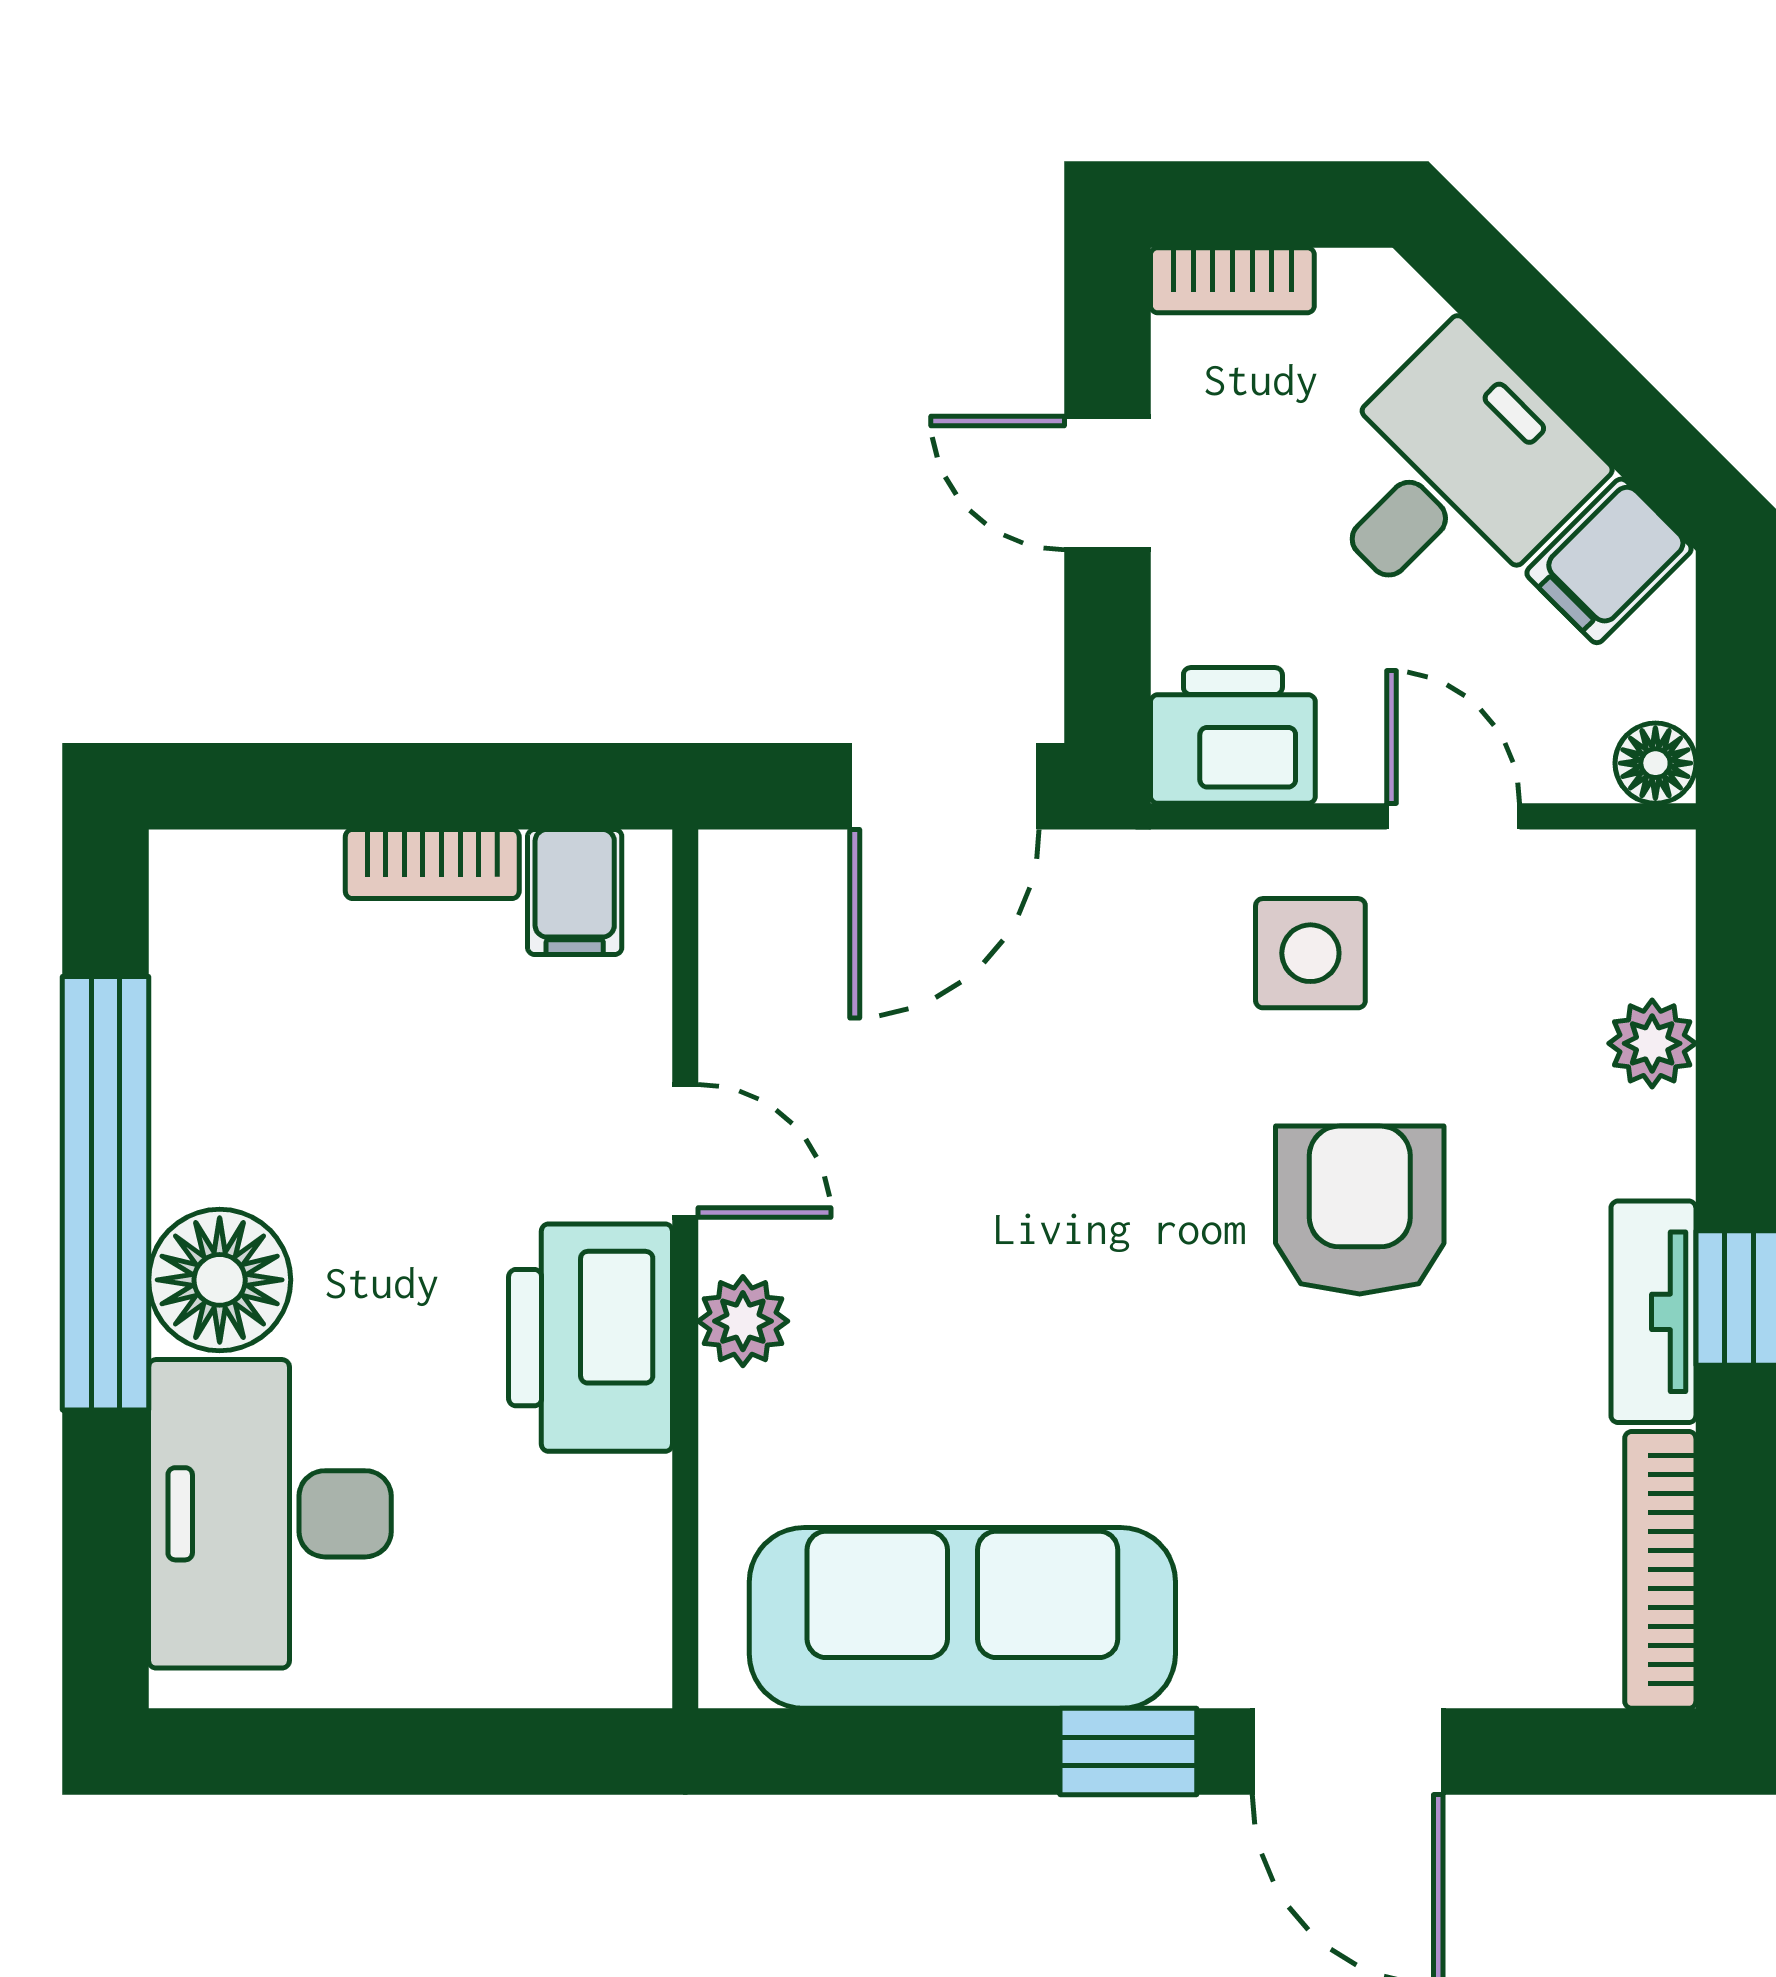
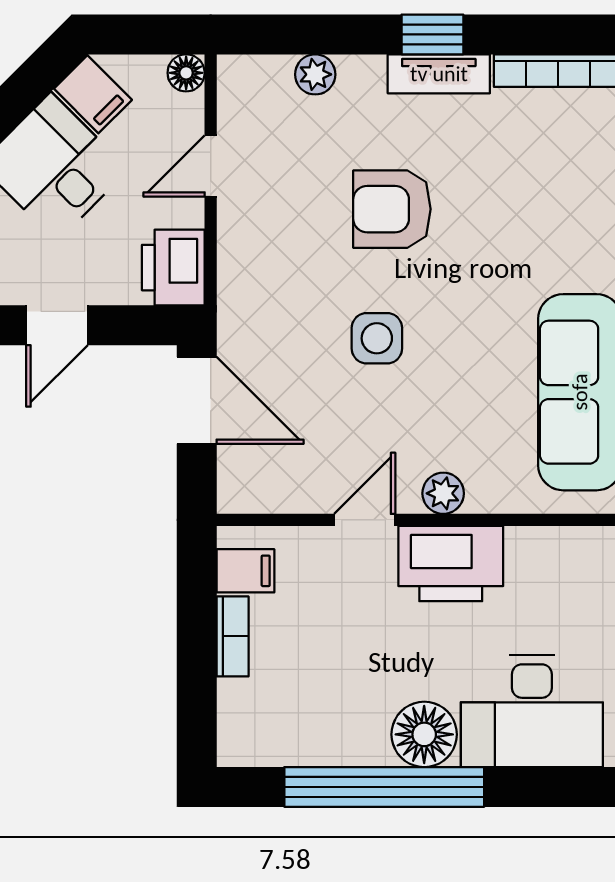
side table: (1310, 953) -> (377, 338), moved

